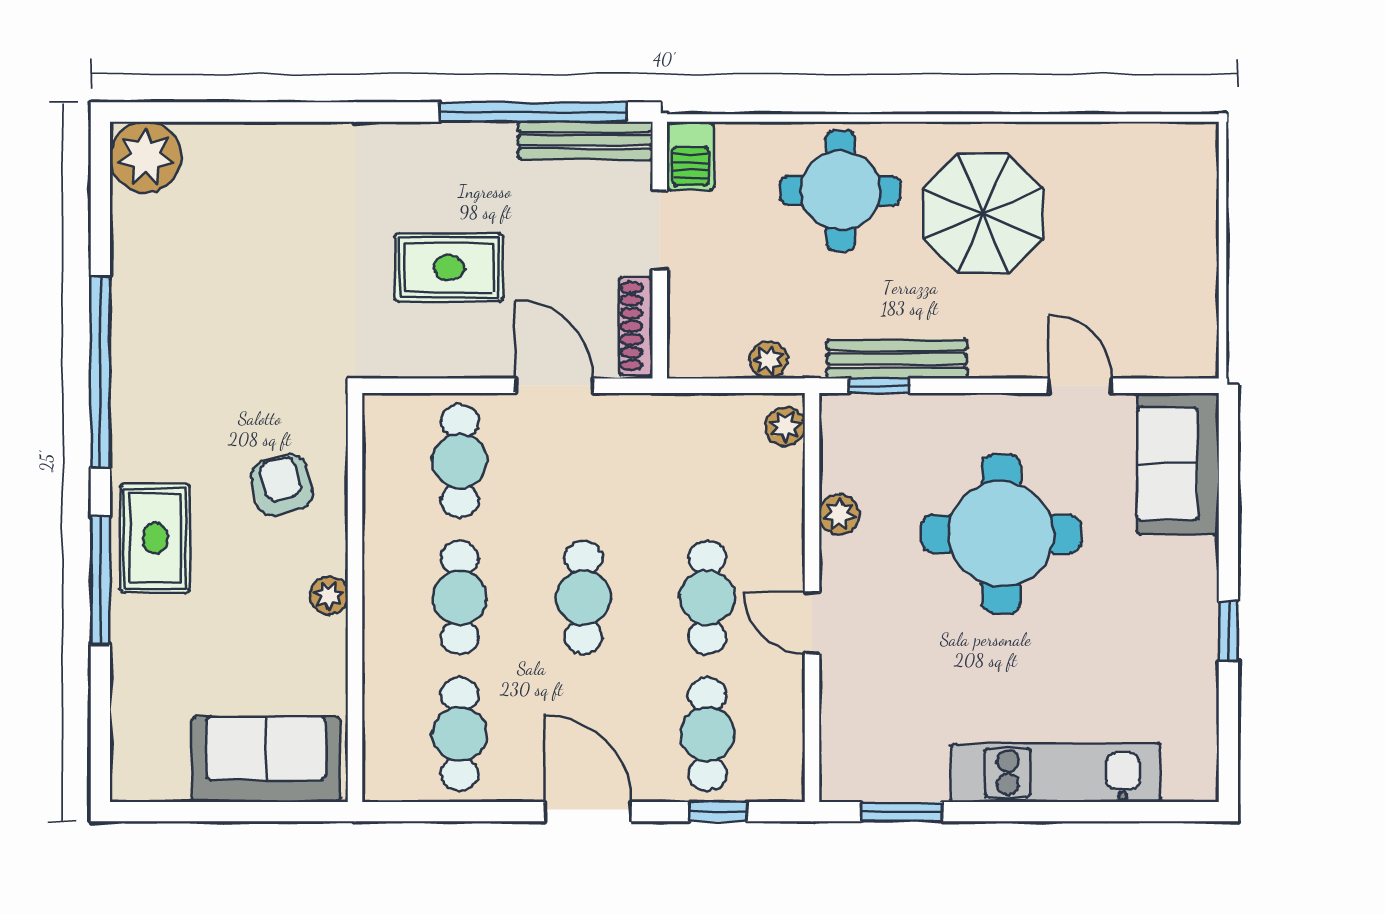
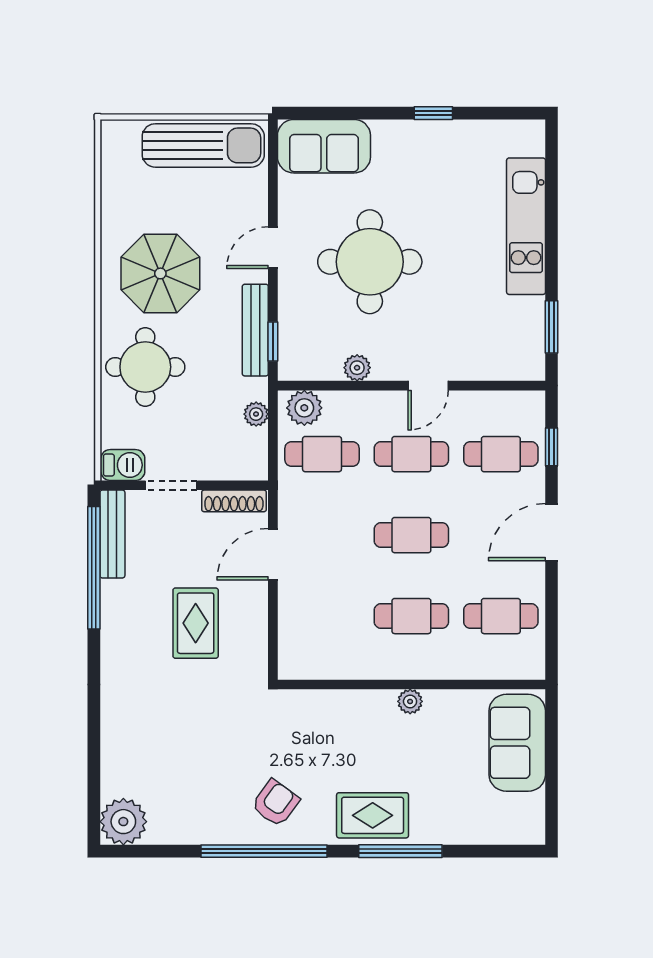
sun lounger: (1179, 279) -> (203, 145), added
door: (1080, 386) -> (273, 248), moved
plant: (785, 426) -> (304, 408), width x1.38, depth x1.38
cafe table: (460, 461) -> (322, 454), moved
armchair: (282, 485) -> (275, 803), moved, turned 141

